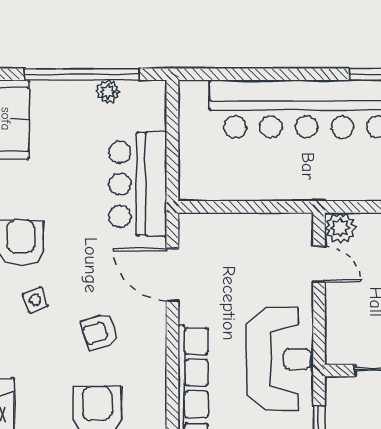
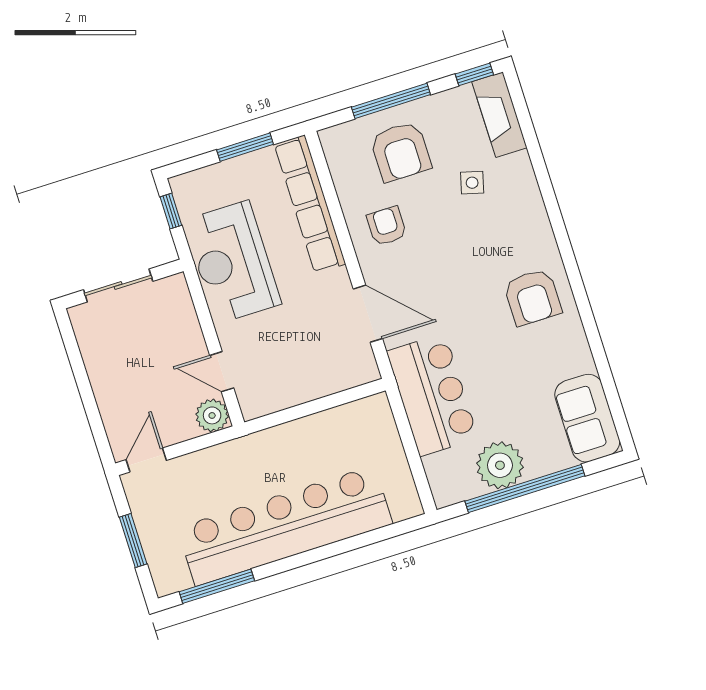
plant: (108, 92) -> (500, 465), width x1.88, depth x1.88
side table: (35, 300) -> (472, 183), moved, turned 35
armchair: (99, 332) -> (387, 226), moved, turned -72

